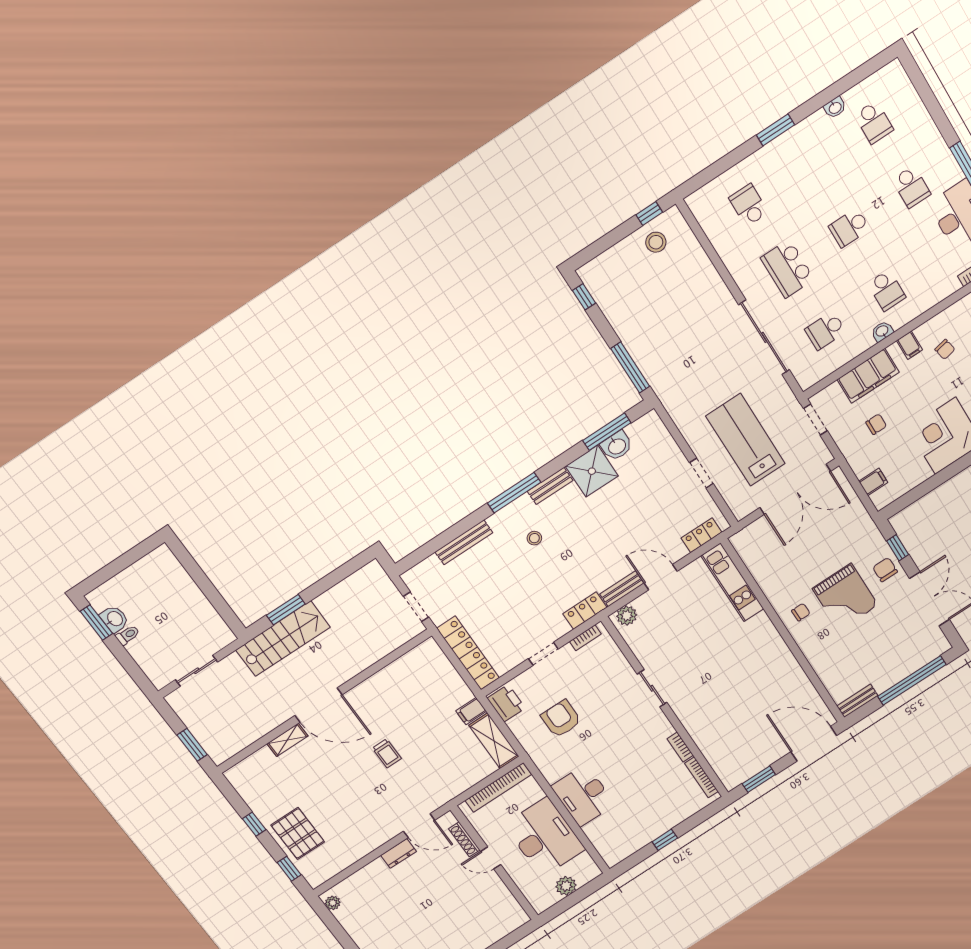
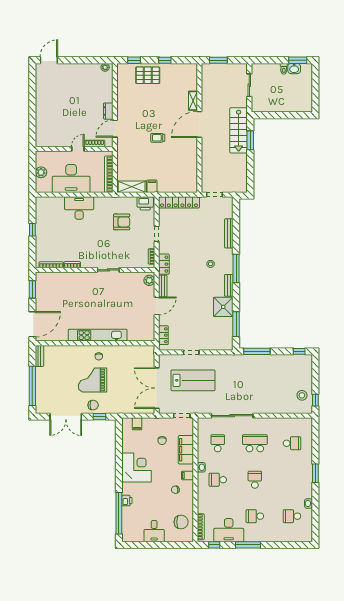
washbasin: (617, 446) -> (227, 324), removed
kitchen unit: (732, 582) -> (98, 335), moved, width x1.36

